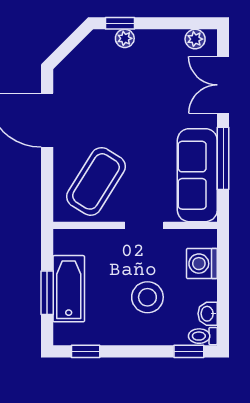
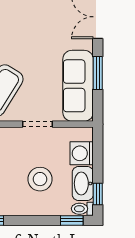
window: (223, 158) -> (98, 73), width x0.69
washbasin: (208, 314) -> (83, 183), width x1.91, depth x1.45
window: (223, 317) -> (98, 194), added

